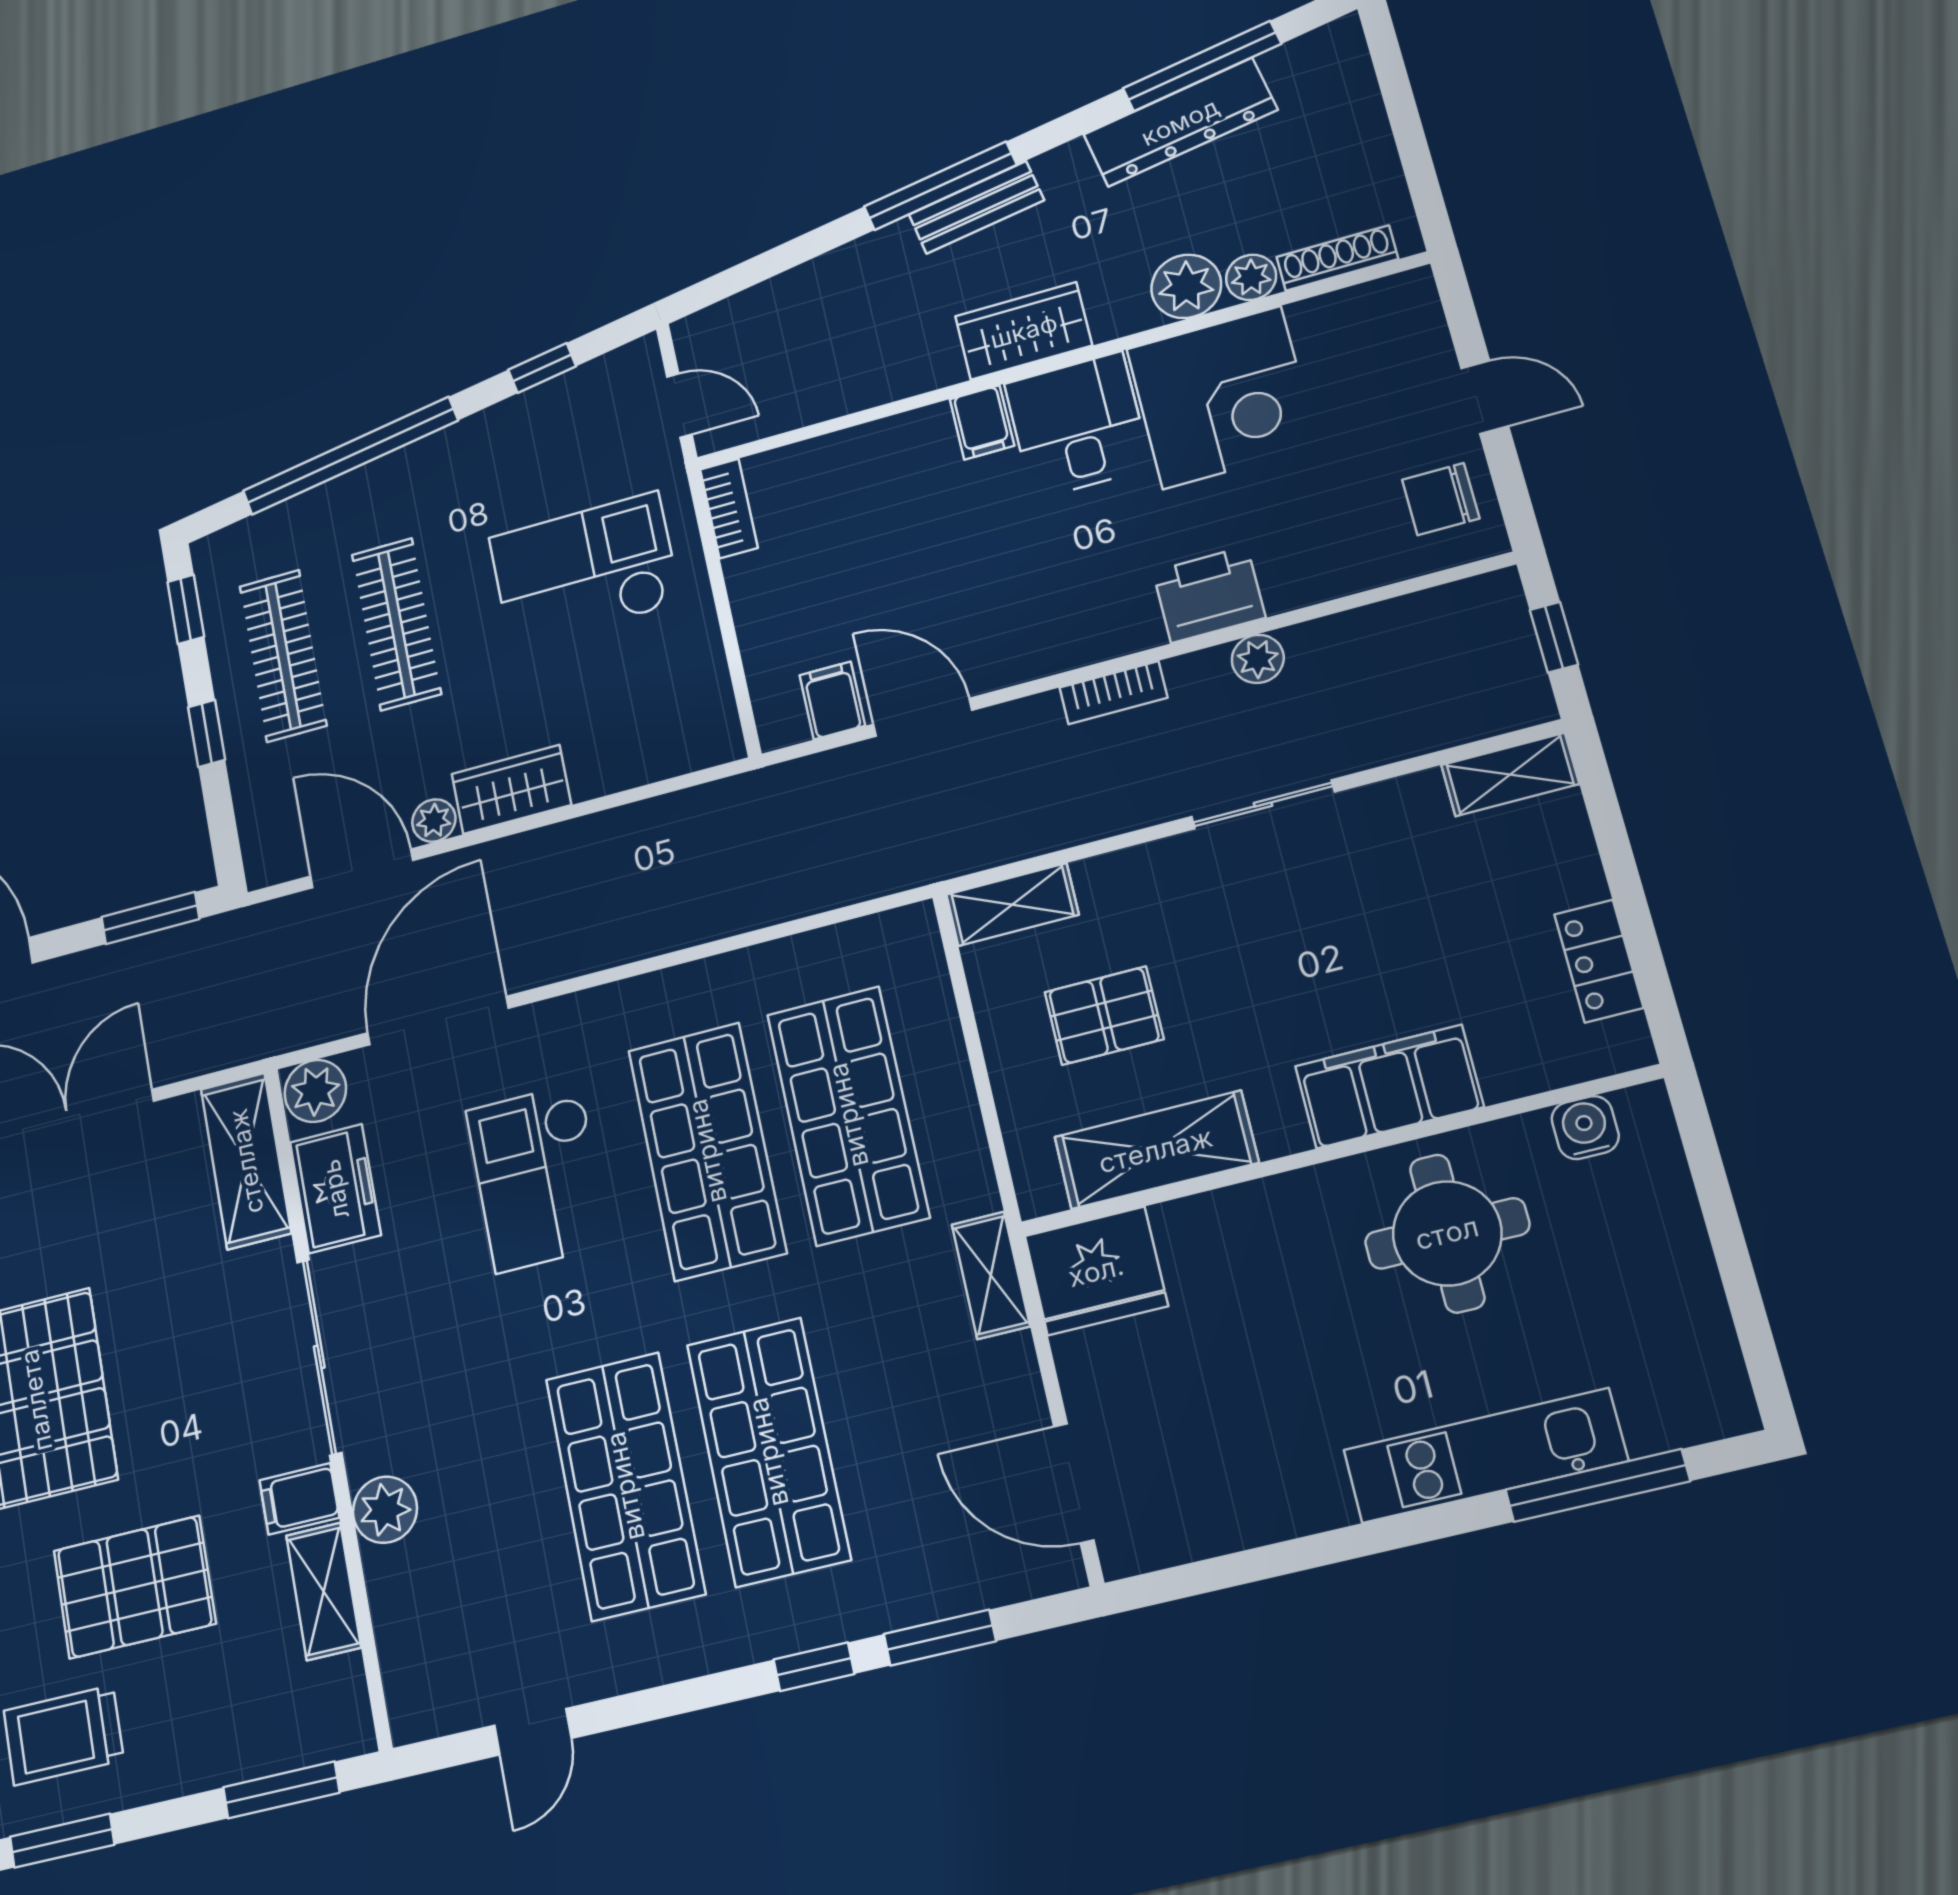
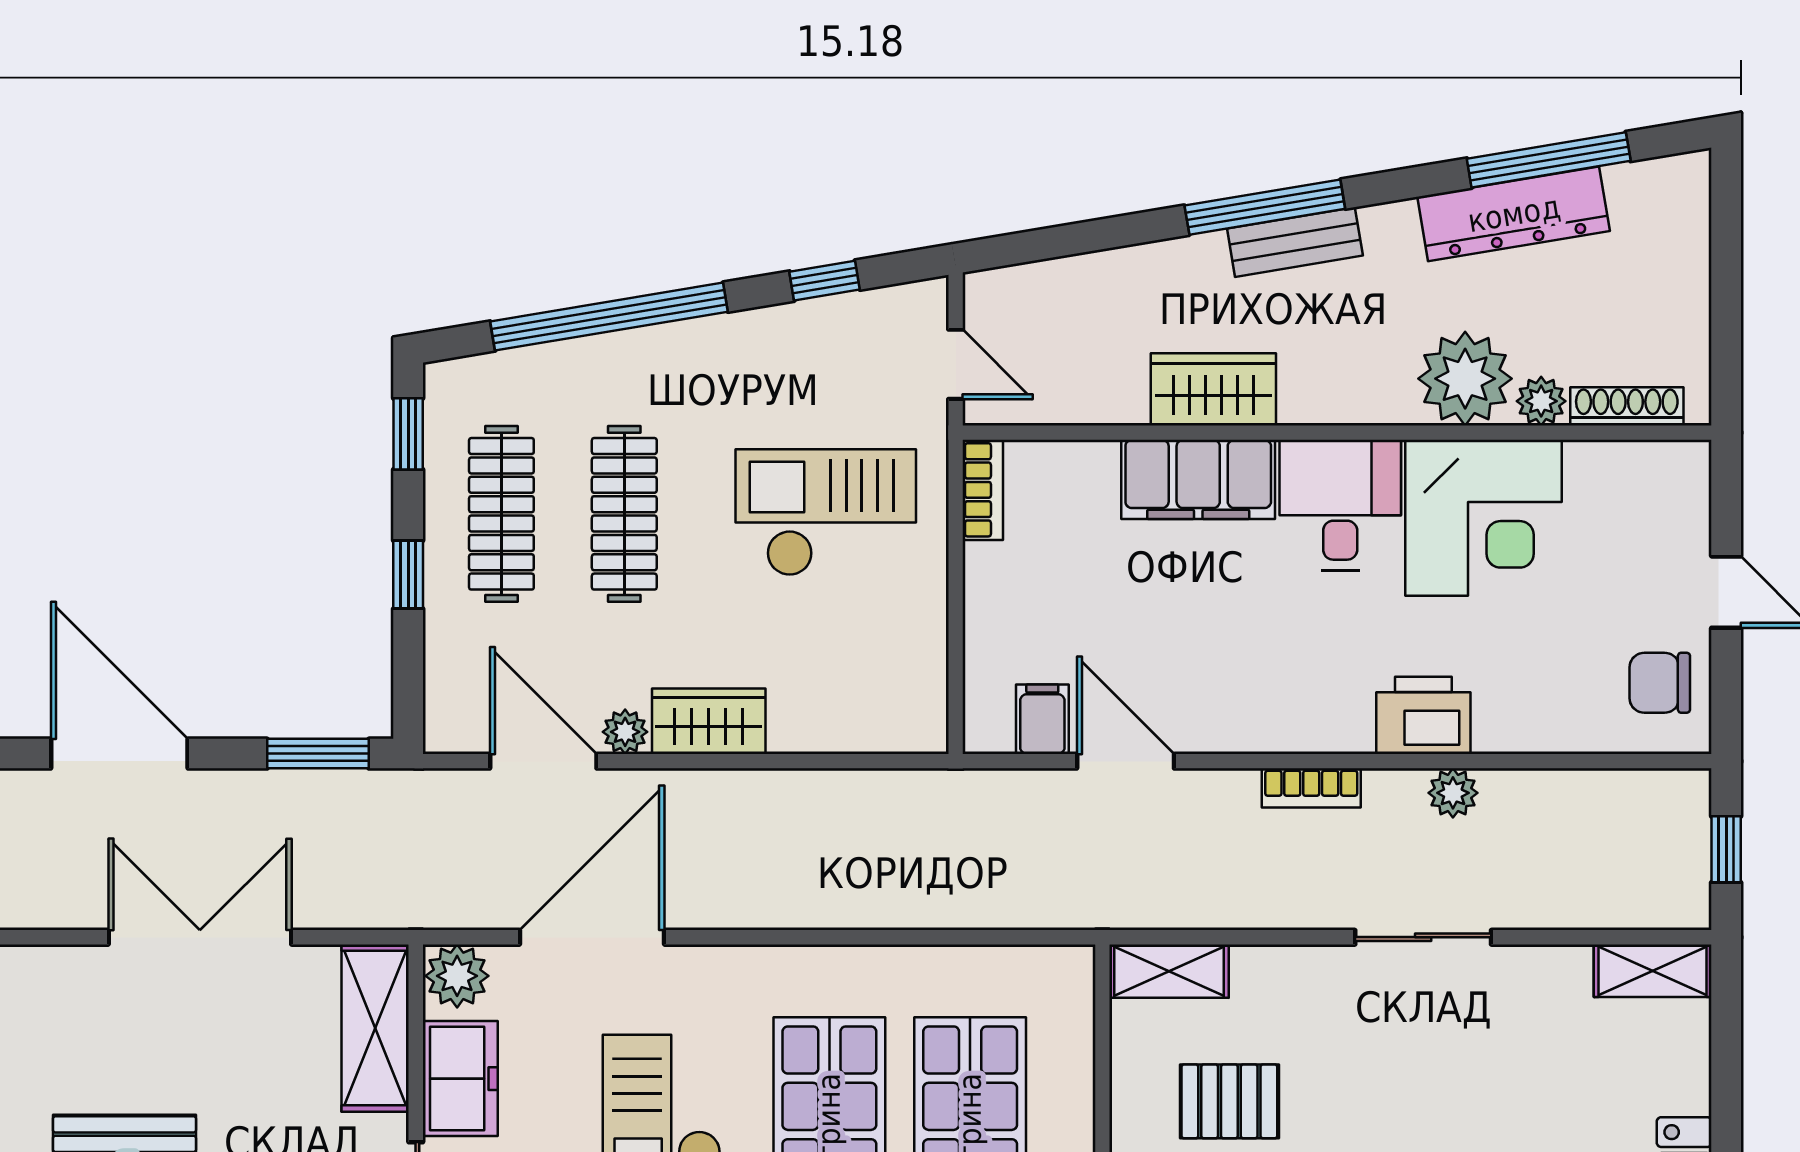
plant: (1186, 286) -> (1465, 379), width x1.36, depth x1.36
wardrobe: (1024, 331) -> (1213, 389), moved
filing cabinet: (982, 422) -> (1198, 479), width x3.00, depth x1.17

